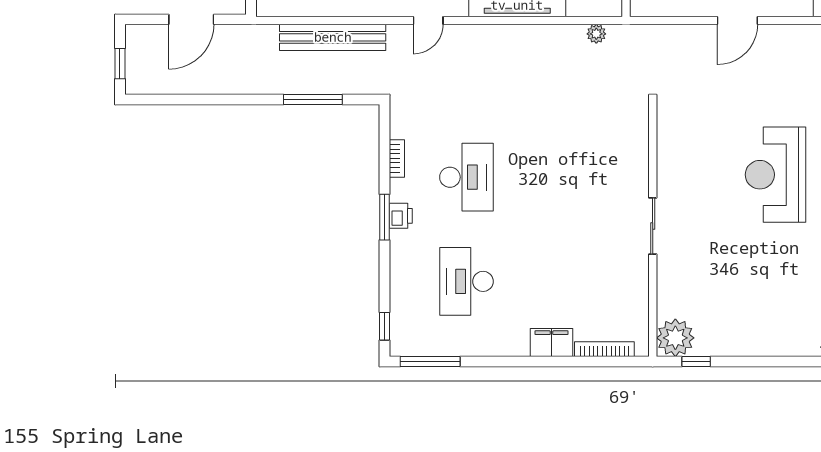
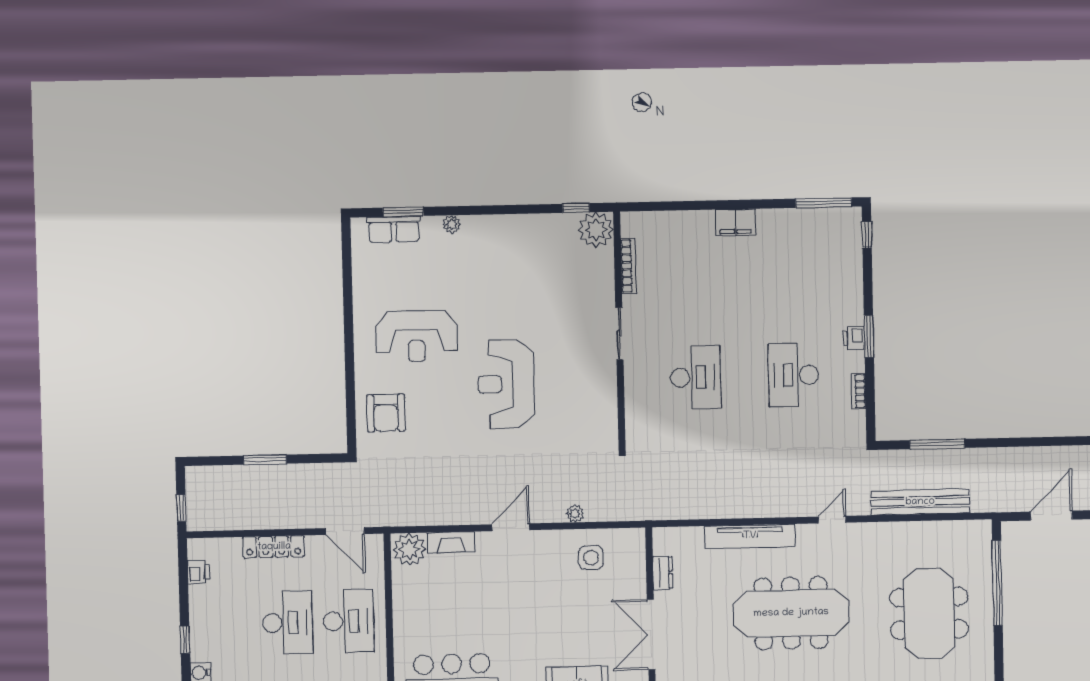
door: (737, 21) -> (511, 527), moved
plant: (596, 34) -> (575, 513), moved
reception desk: (775, 175) -> (506, 384), turned 180
desk: (466, 281) -> (696, 377), moved
filing cabinet: (552, 343) -> (736, 222), moved
bookcase: (604, 349) -> (628, 266), moved, turned -90

